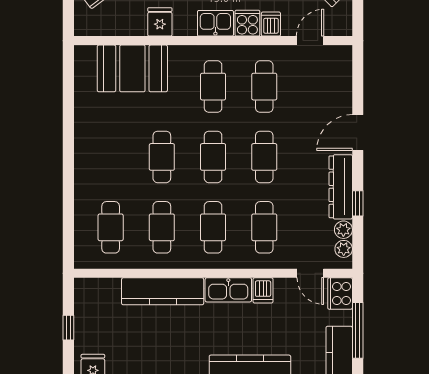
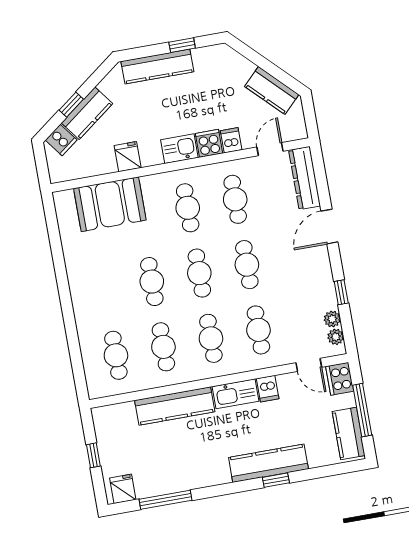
dresser: (341, 187) -> (305, 178), moved

